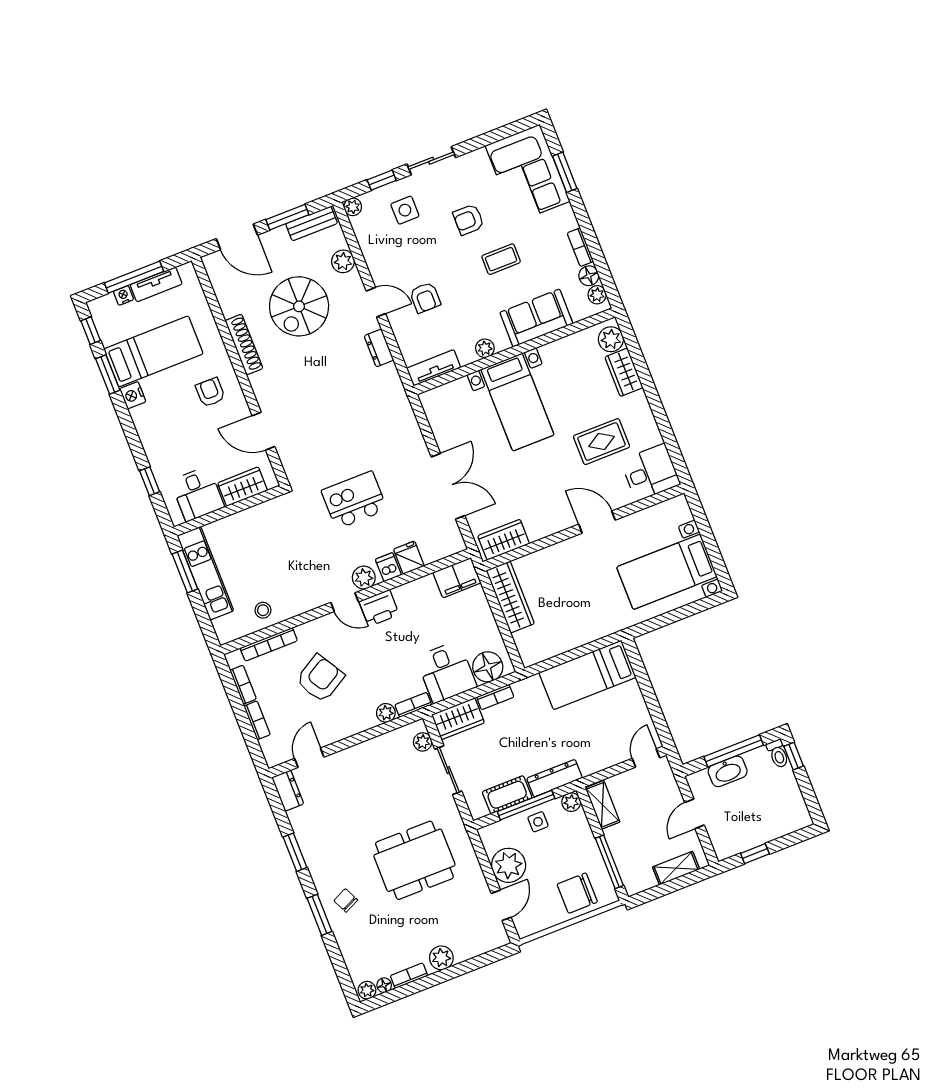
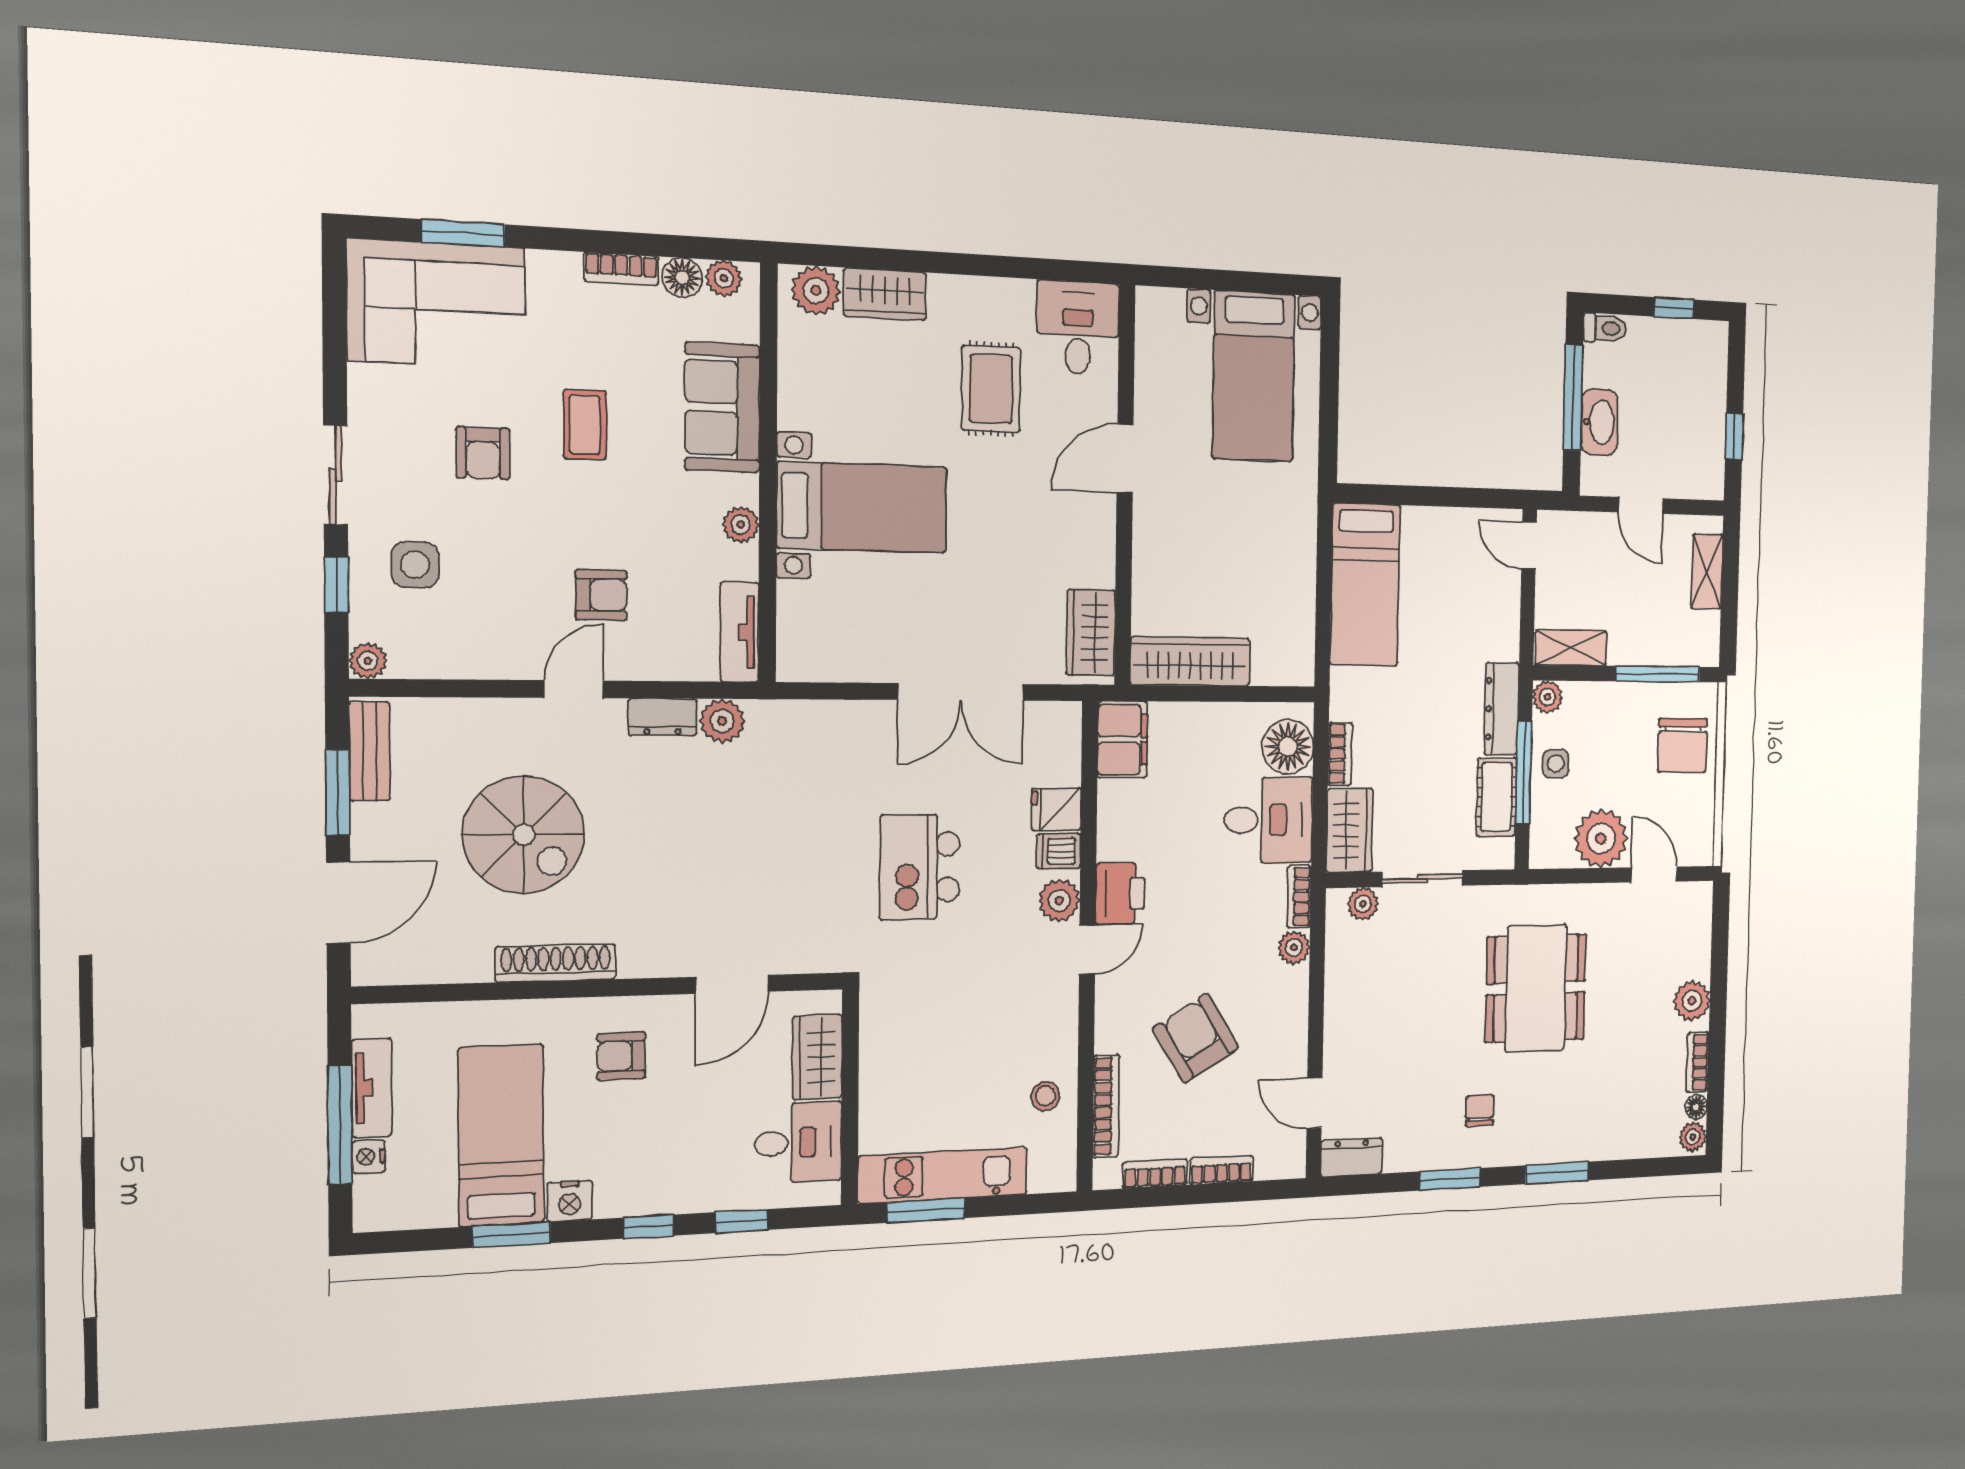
plant: (343, 261) -> (722, 721), moved
window: (91, 331) -> (649, 1227), moved
double door: (448, 486) -> (961, 692), swing flipped
window: (794, 756) -> (1674, 308), moved
chair: (346, 900) -> (1480, 1110), moved, turned 115

